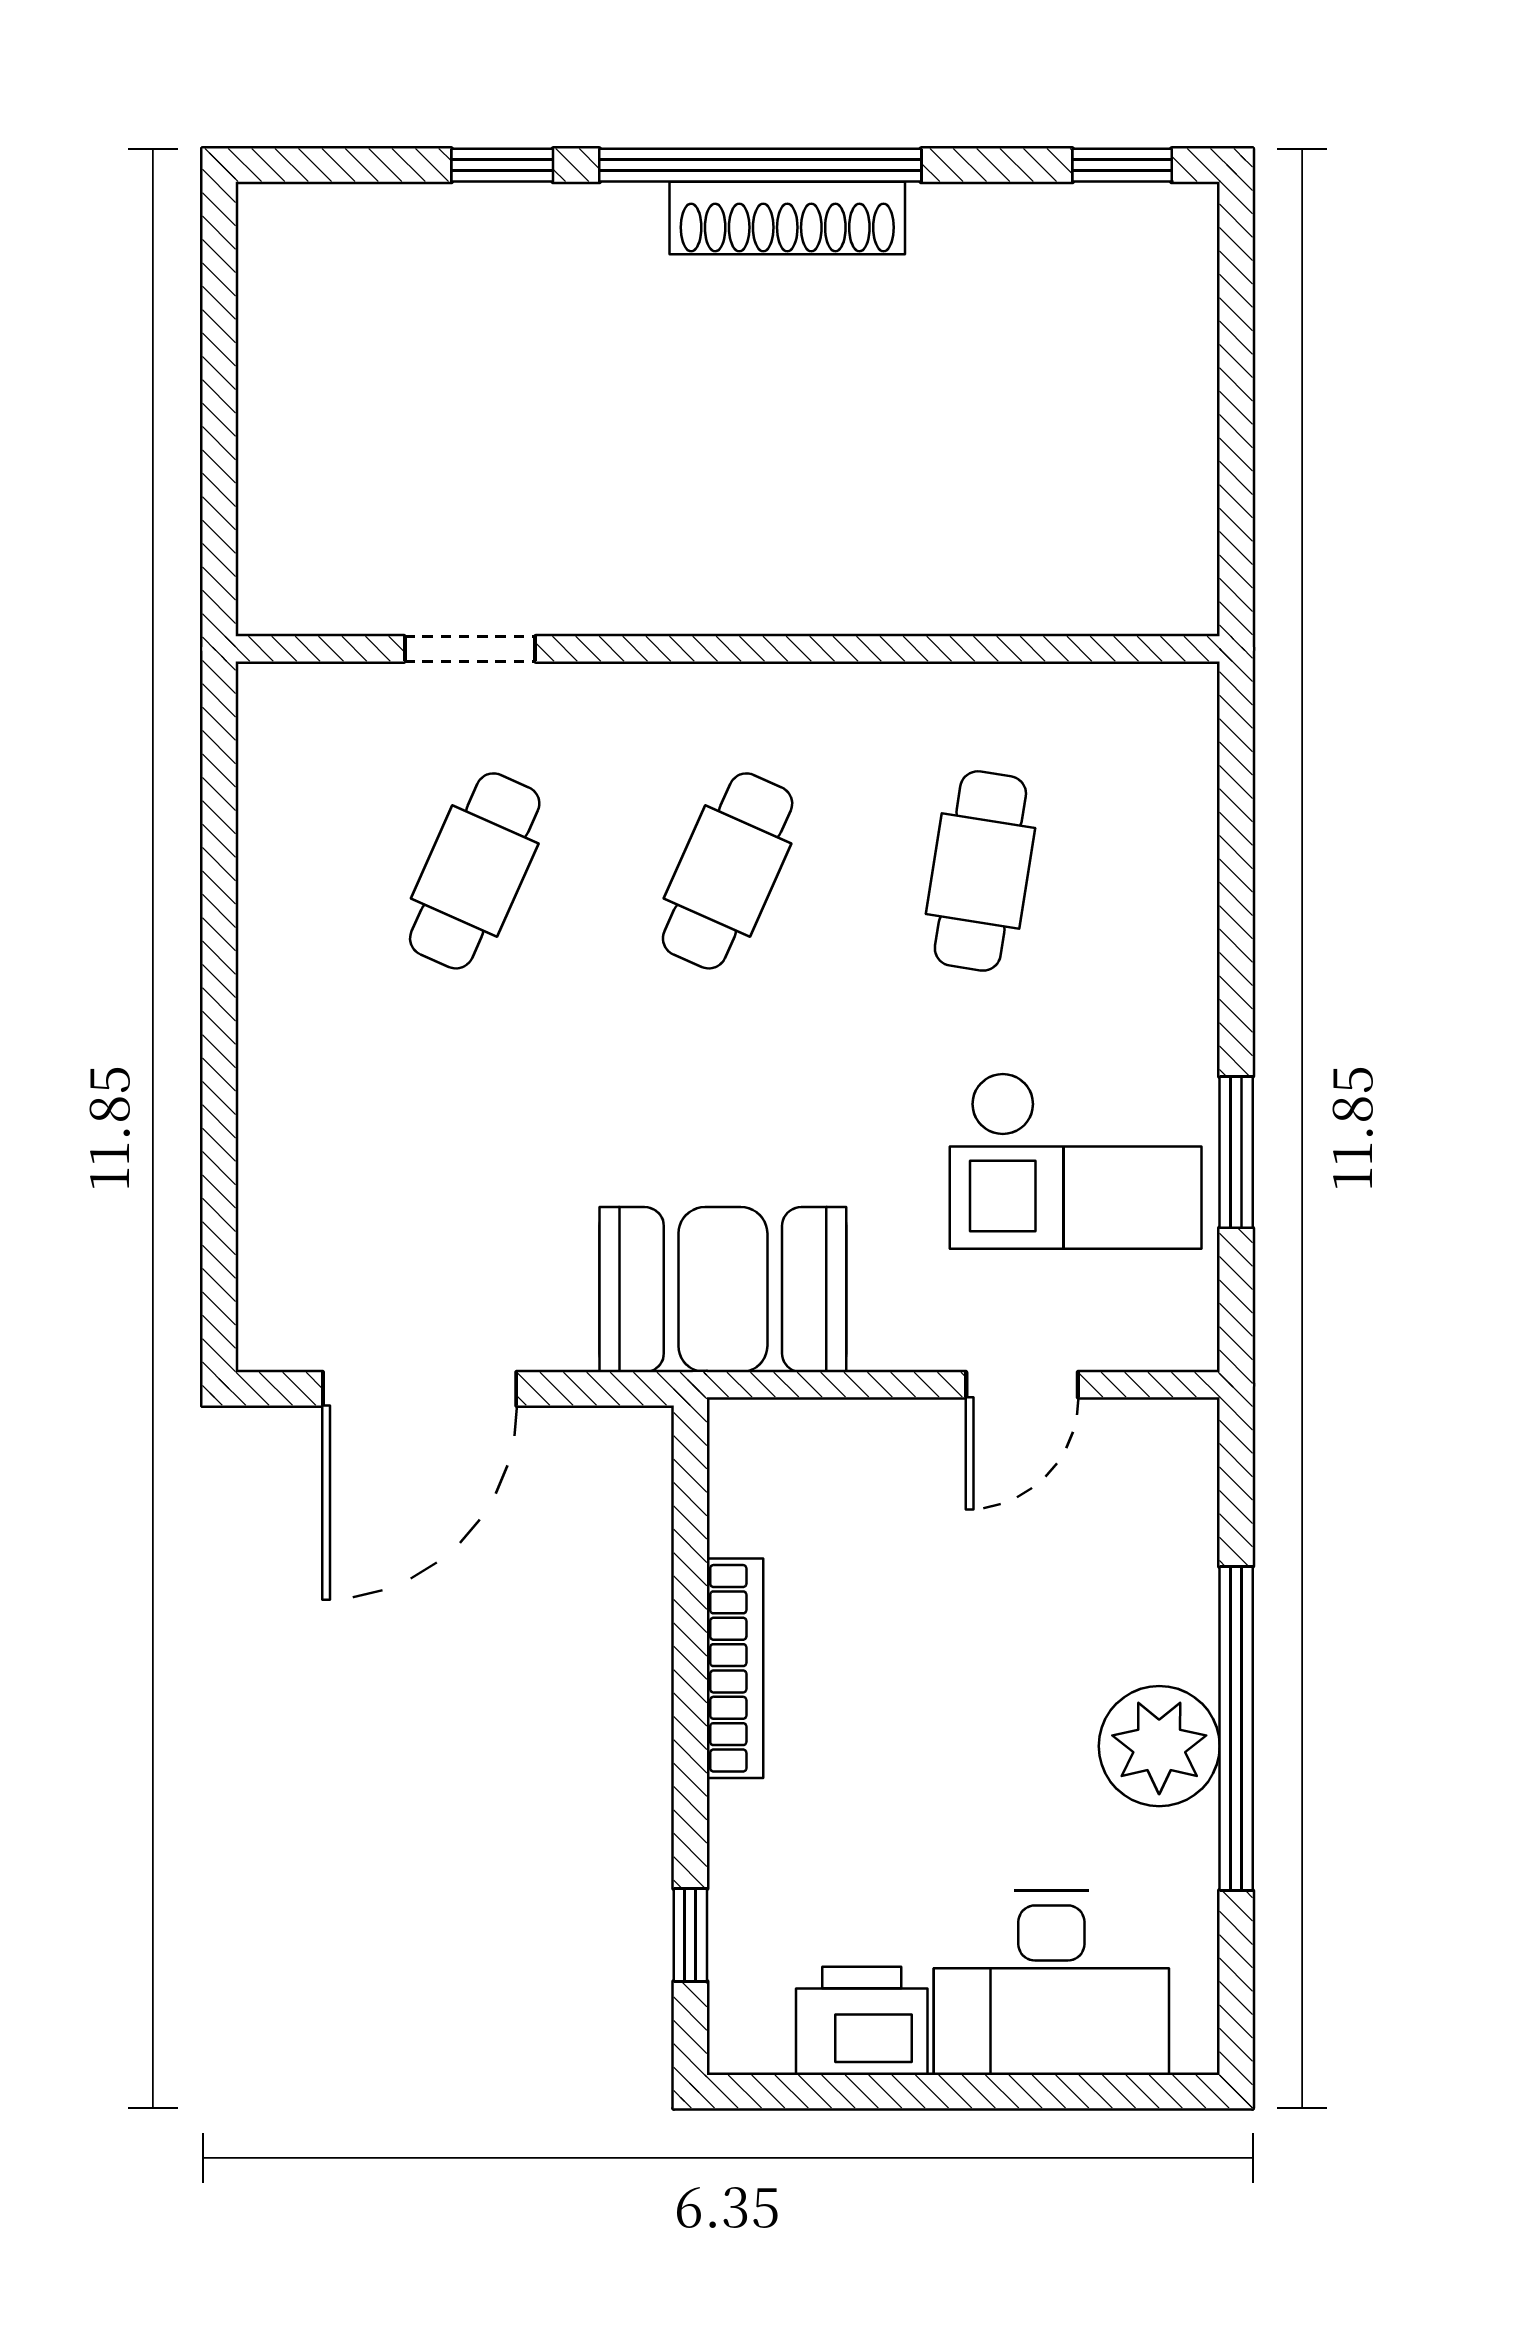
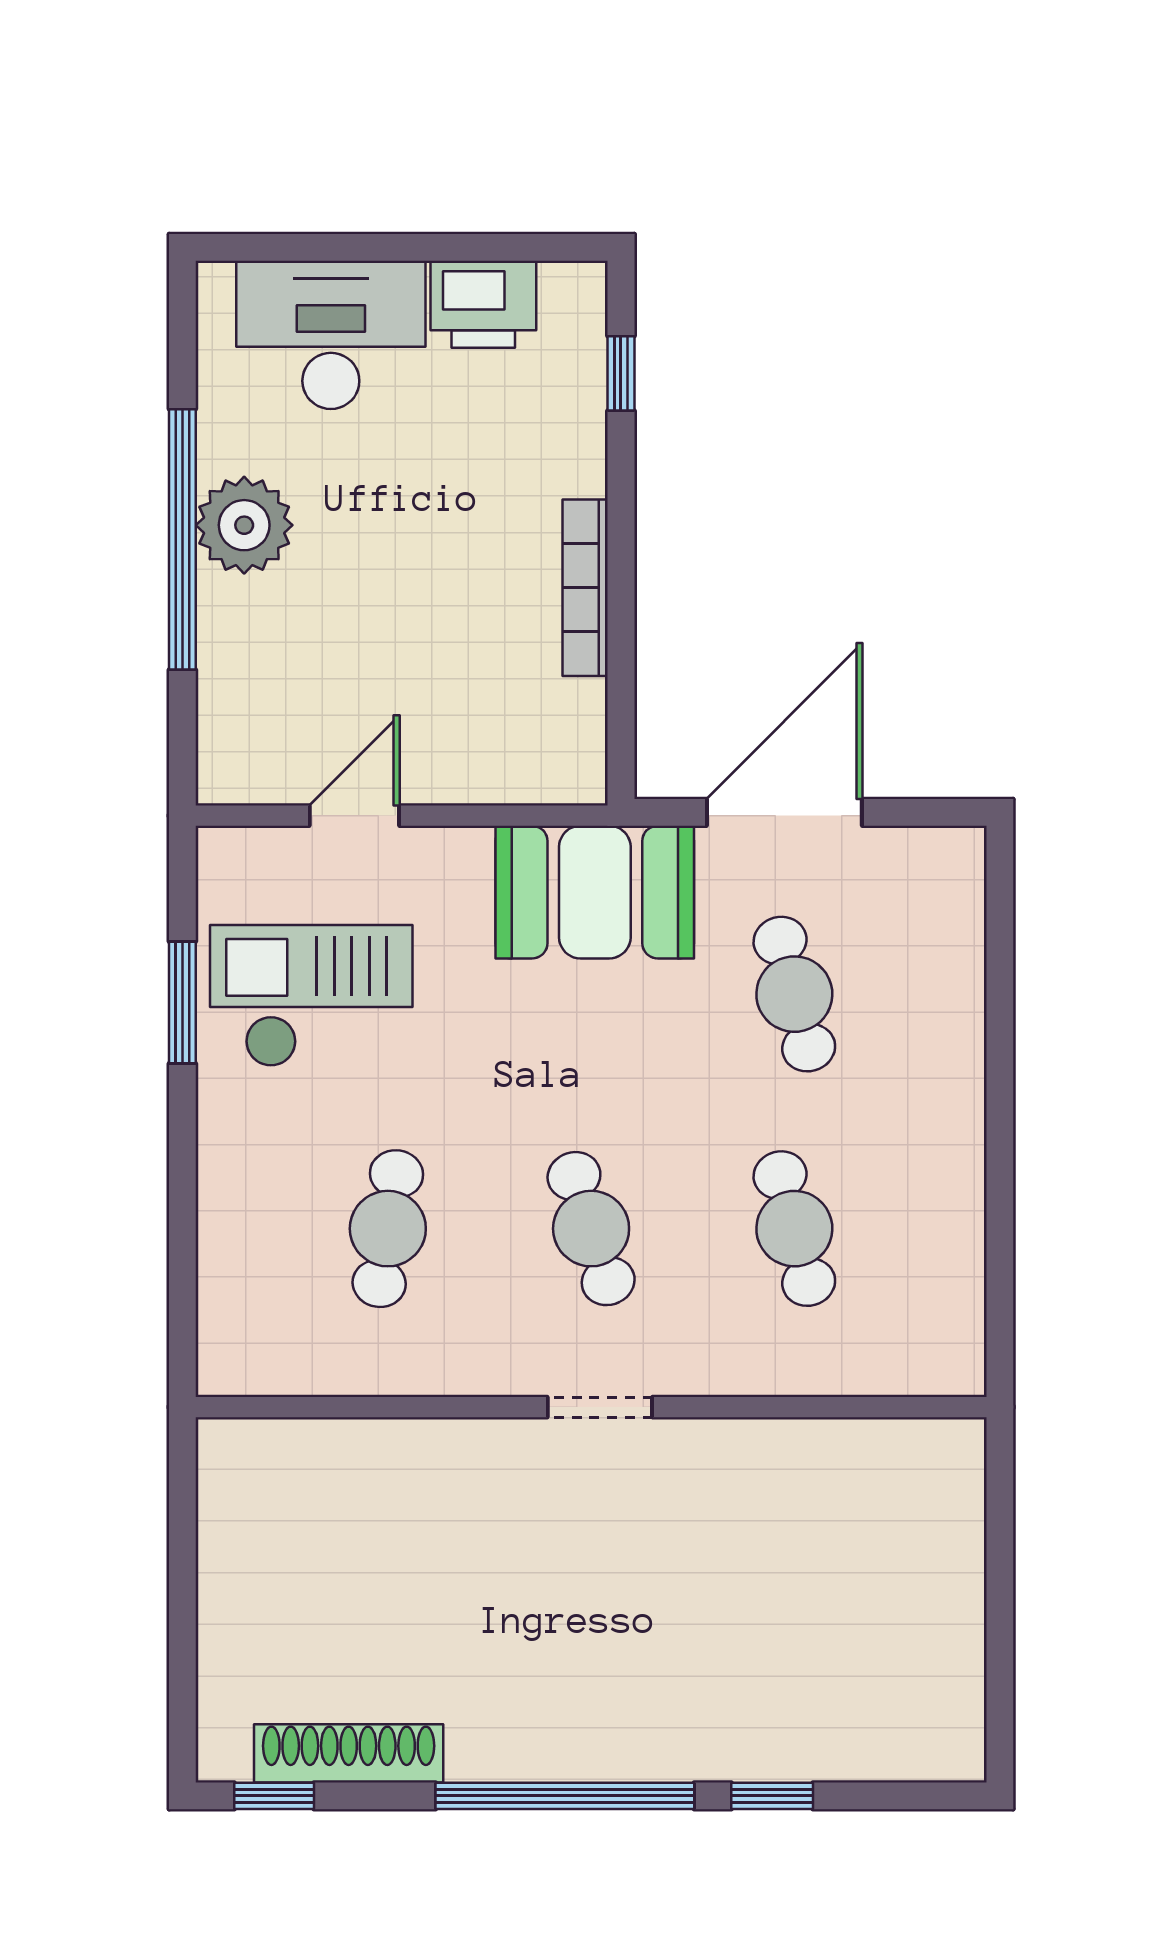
shoe rack: (787, 218) -> (349, 1753), moved
doorway: (470, 649) -> (600, 1407), moved
cafe table: (475, 871) -> (794, 1229), turned -39
cafe table: (728, 871) -> (591, 1229), turned -42
cafe table: (475, 1163) -> (794, 994), added
door: (420, 1389) -> (784, 812), moved

